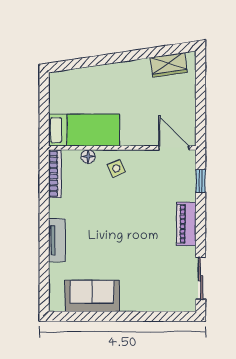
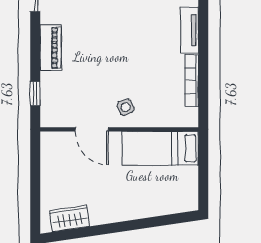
door: (174, 148) -> (92, 129), moved
floor lamp: (88, 157) -> (156, 120), removed
bookcase: (55, 174) -> (192, 81), moved

